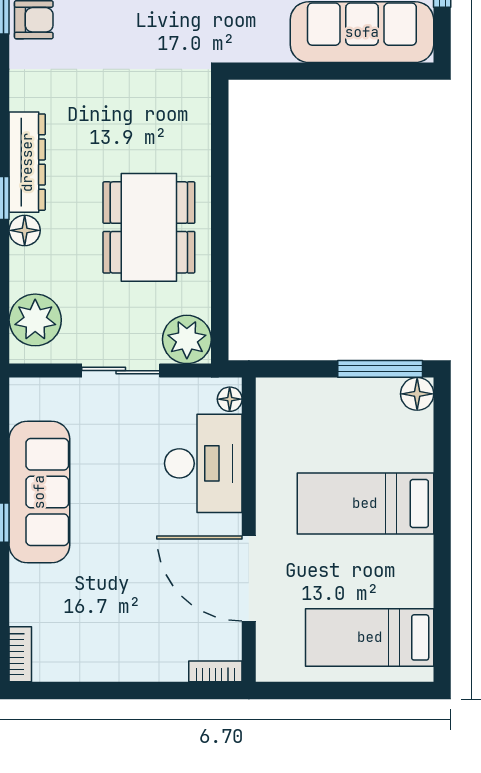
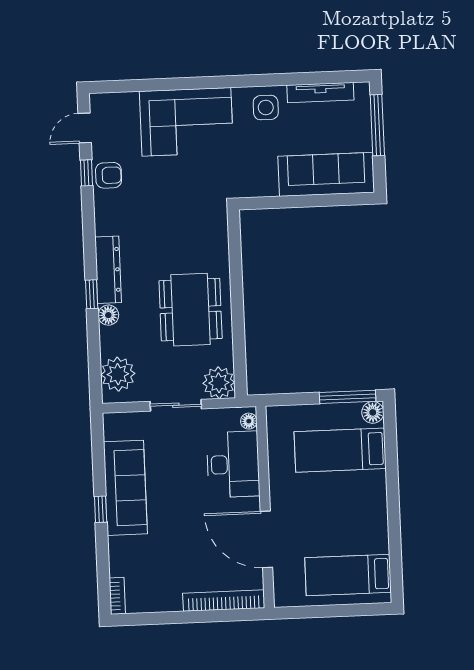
bed: (365, 503) -> (340, 450), moved
bookcase: (215, 671) -> (224, 601), width x2.31, depth x1.31

